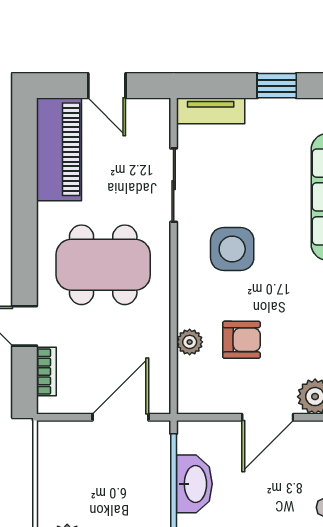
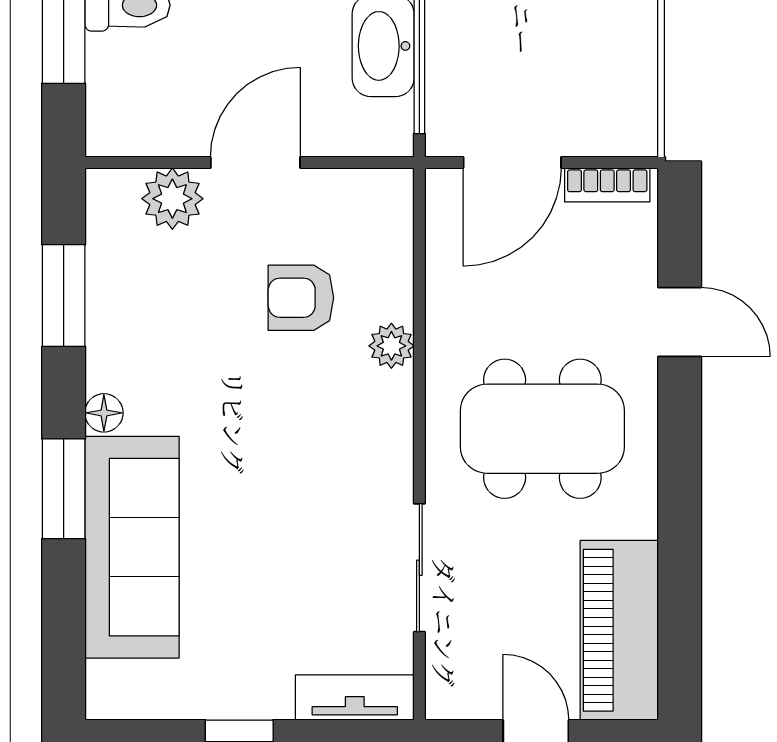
side table: (232, 249) -> (317, 456), removed
plant: (190, 342) -> (391, 346), moved
bookcase: (46, 372) -> (607, 185), moved, turned -90

